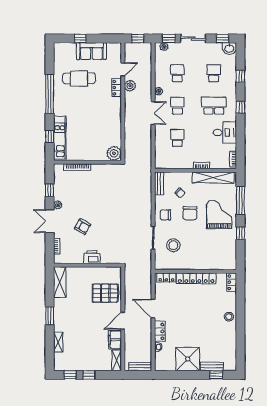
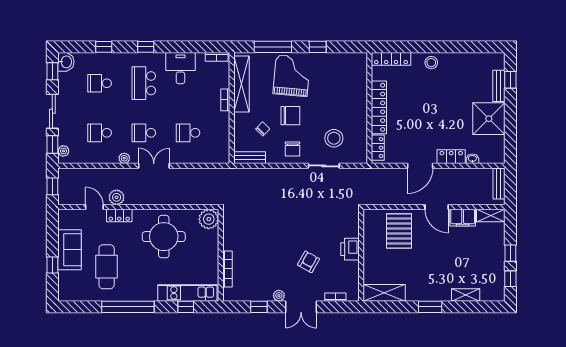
round table: (101, 120) -> (164, 237), added
grand piano: (219, 214) -> (292, 76), turned 95
locker: (232, 282) -> (391, 59), width x1.53

